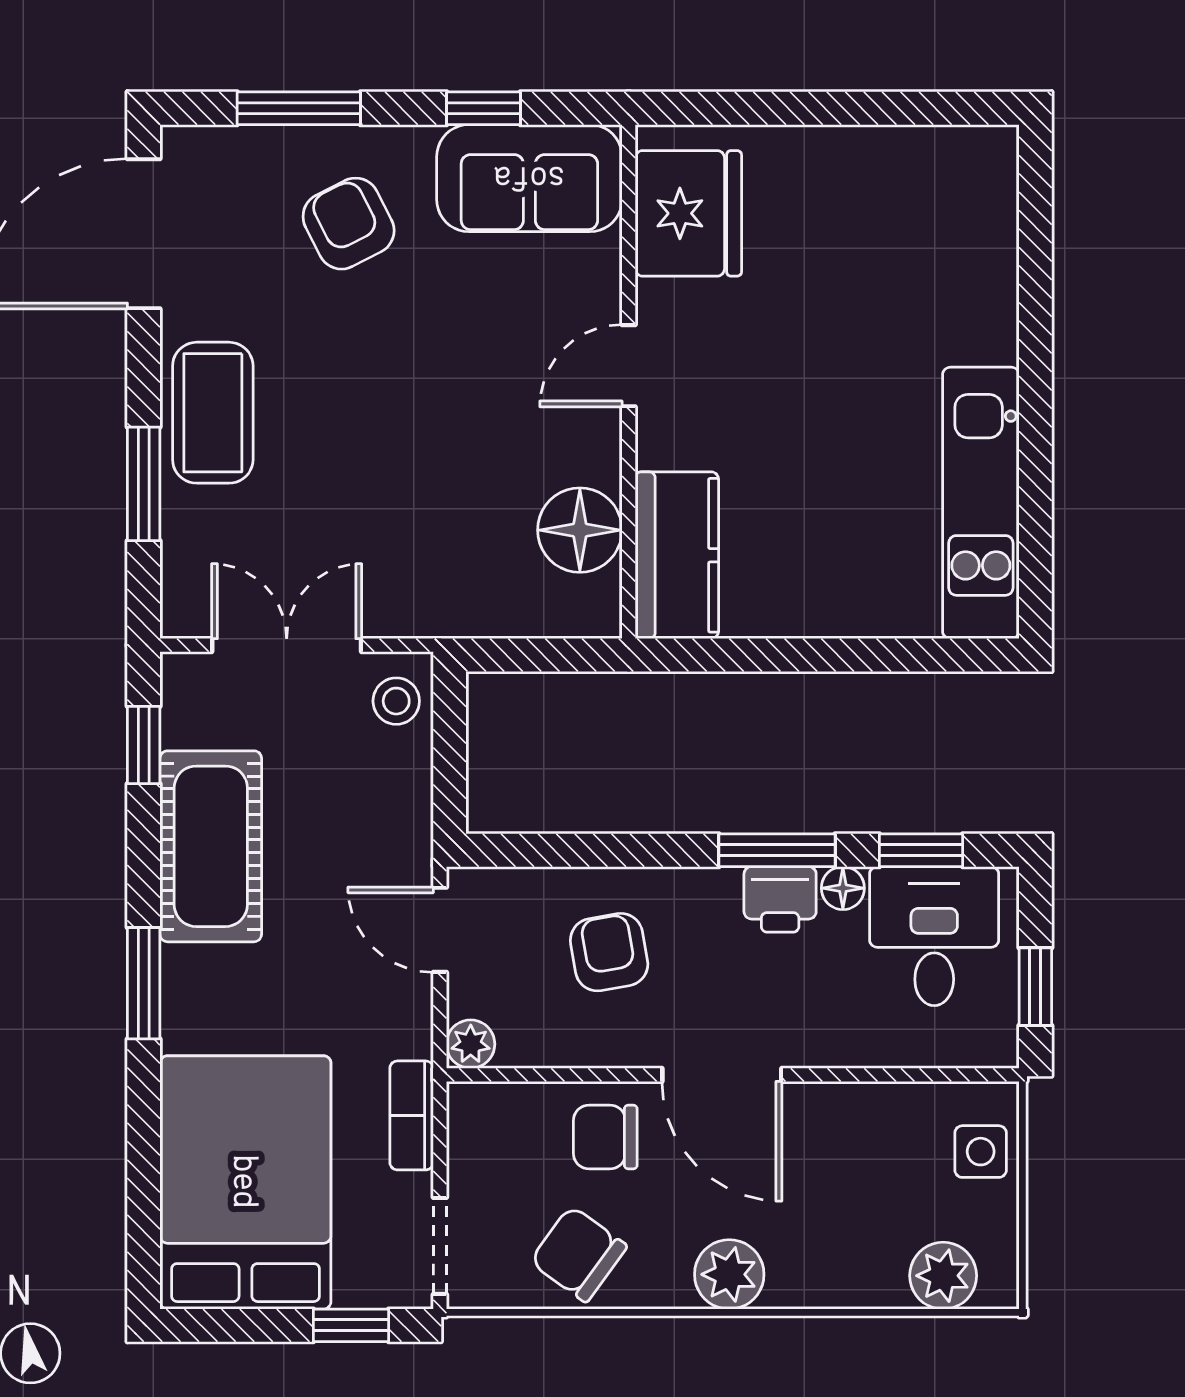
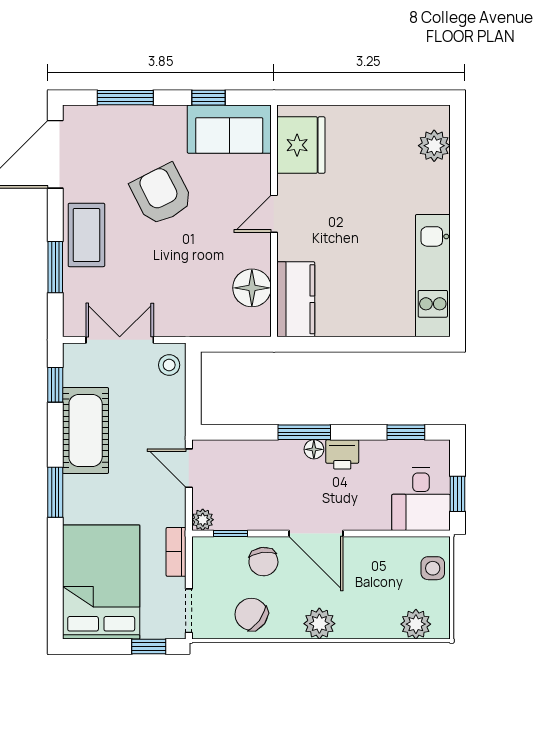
plant: (984, 215) -> (434, 146), added
armchair: (349, 224) -> (162, 194), moved, width x1.38, depth x1.38
window: (777, 850) -> (304, 432), moved
floor lamp: (843, 888) -> (314, 449), moved
desk: (934, 936) -> (421, 499), moved, turned 180
armchair: (609, 952) -> (265, 478), removed
window: (532, 1075) -> (230, 534), added
chair: (605, 1137) -> (263, 562), turned -97

